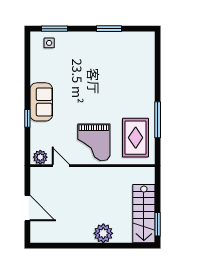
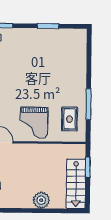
rug: (136, 138) -> (70, 119), width x0.73, depth x0.70
window: (158, 224) -> (88, 167), moved

